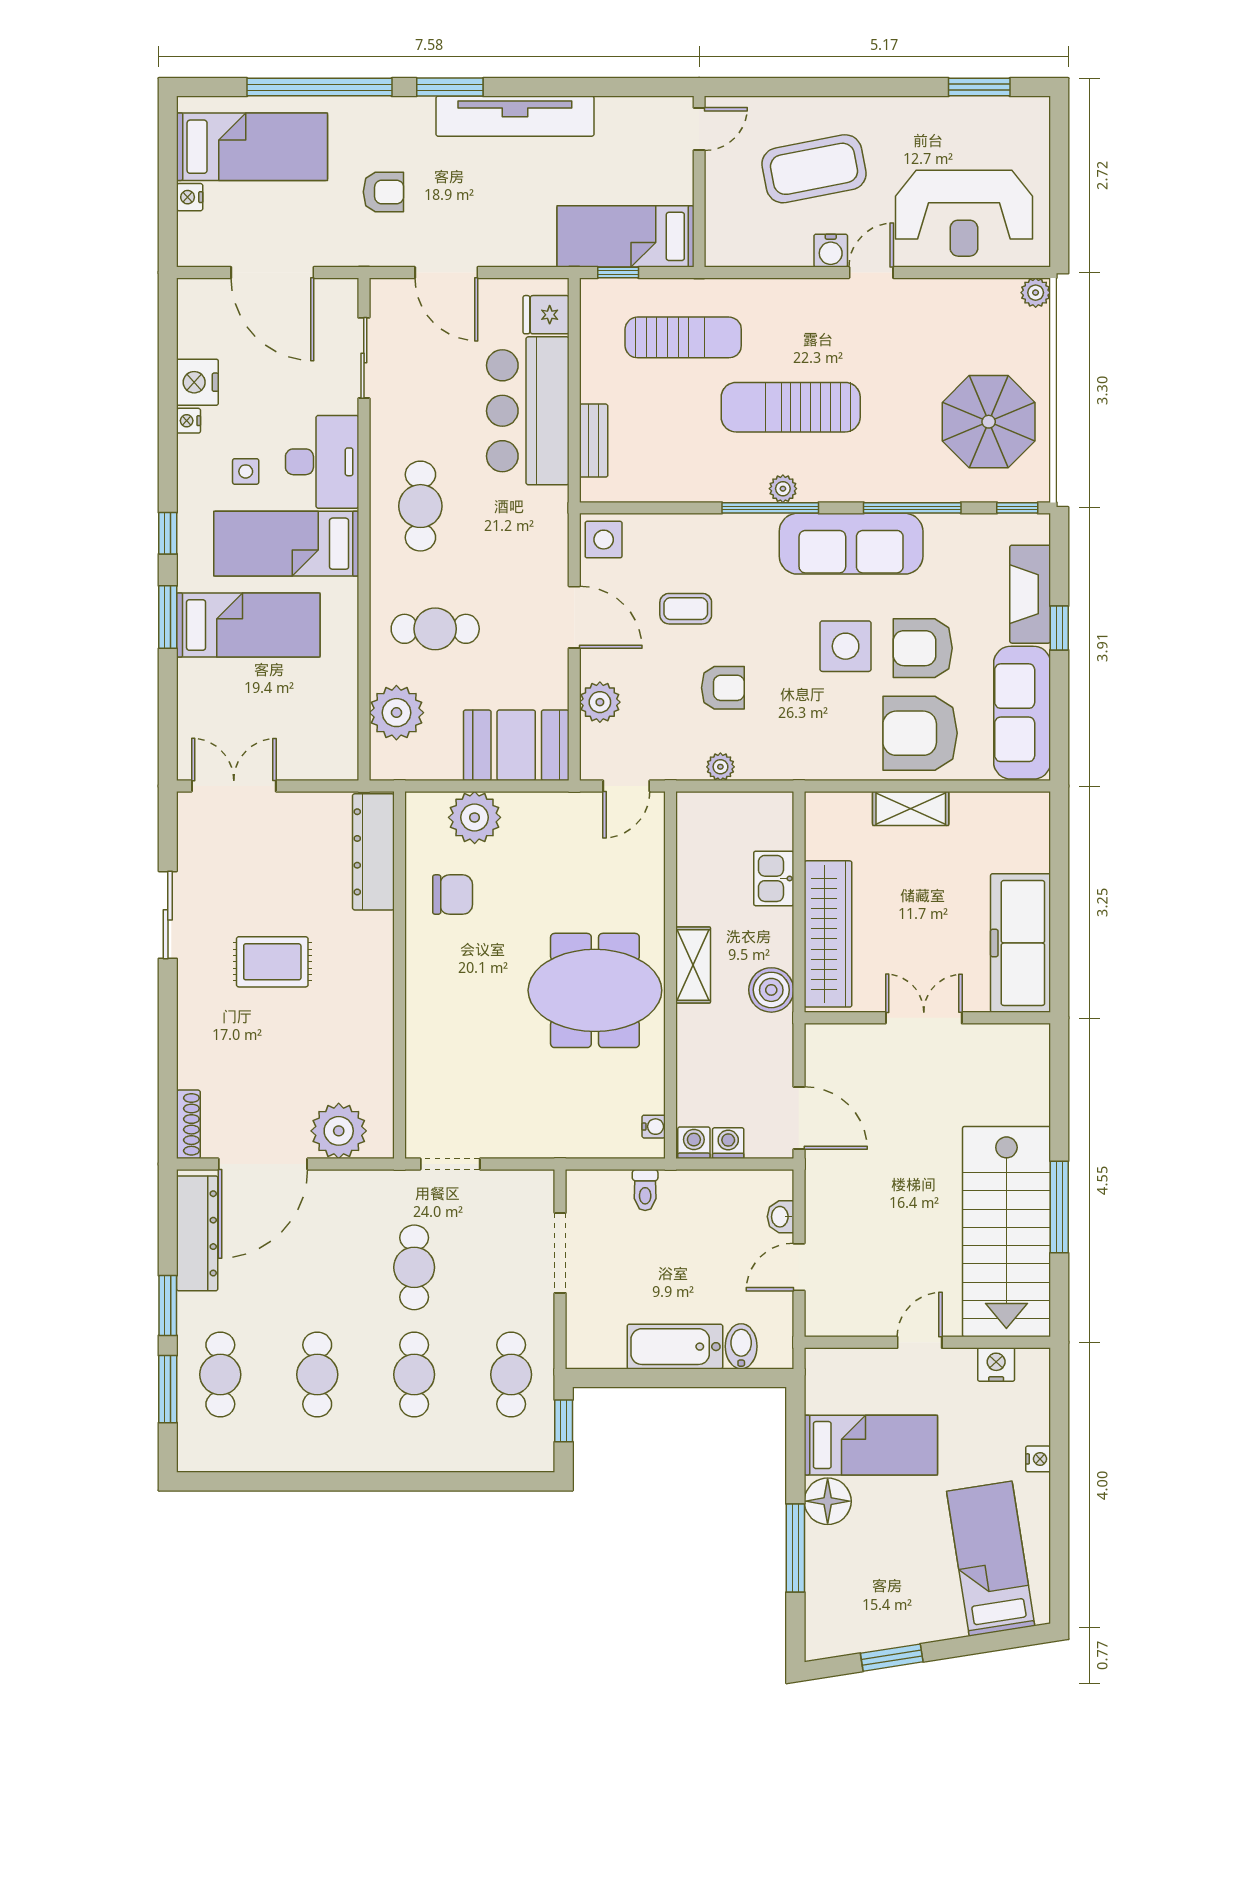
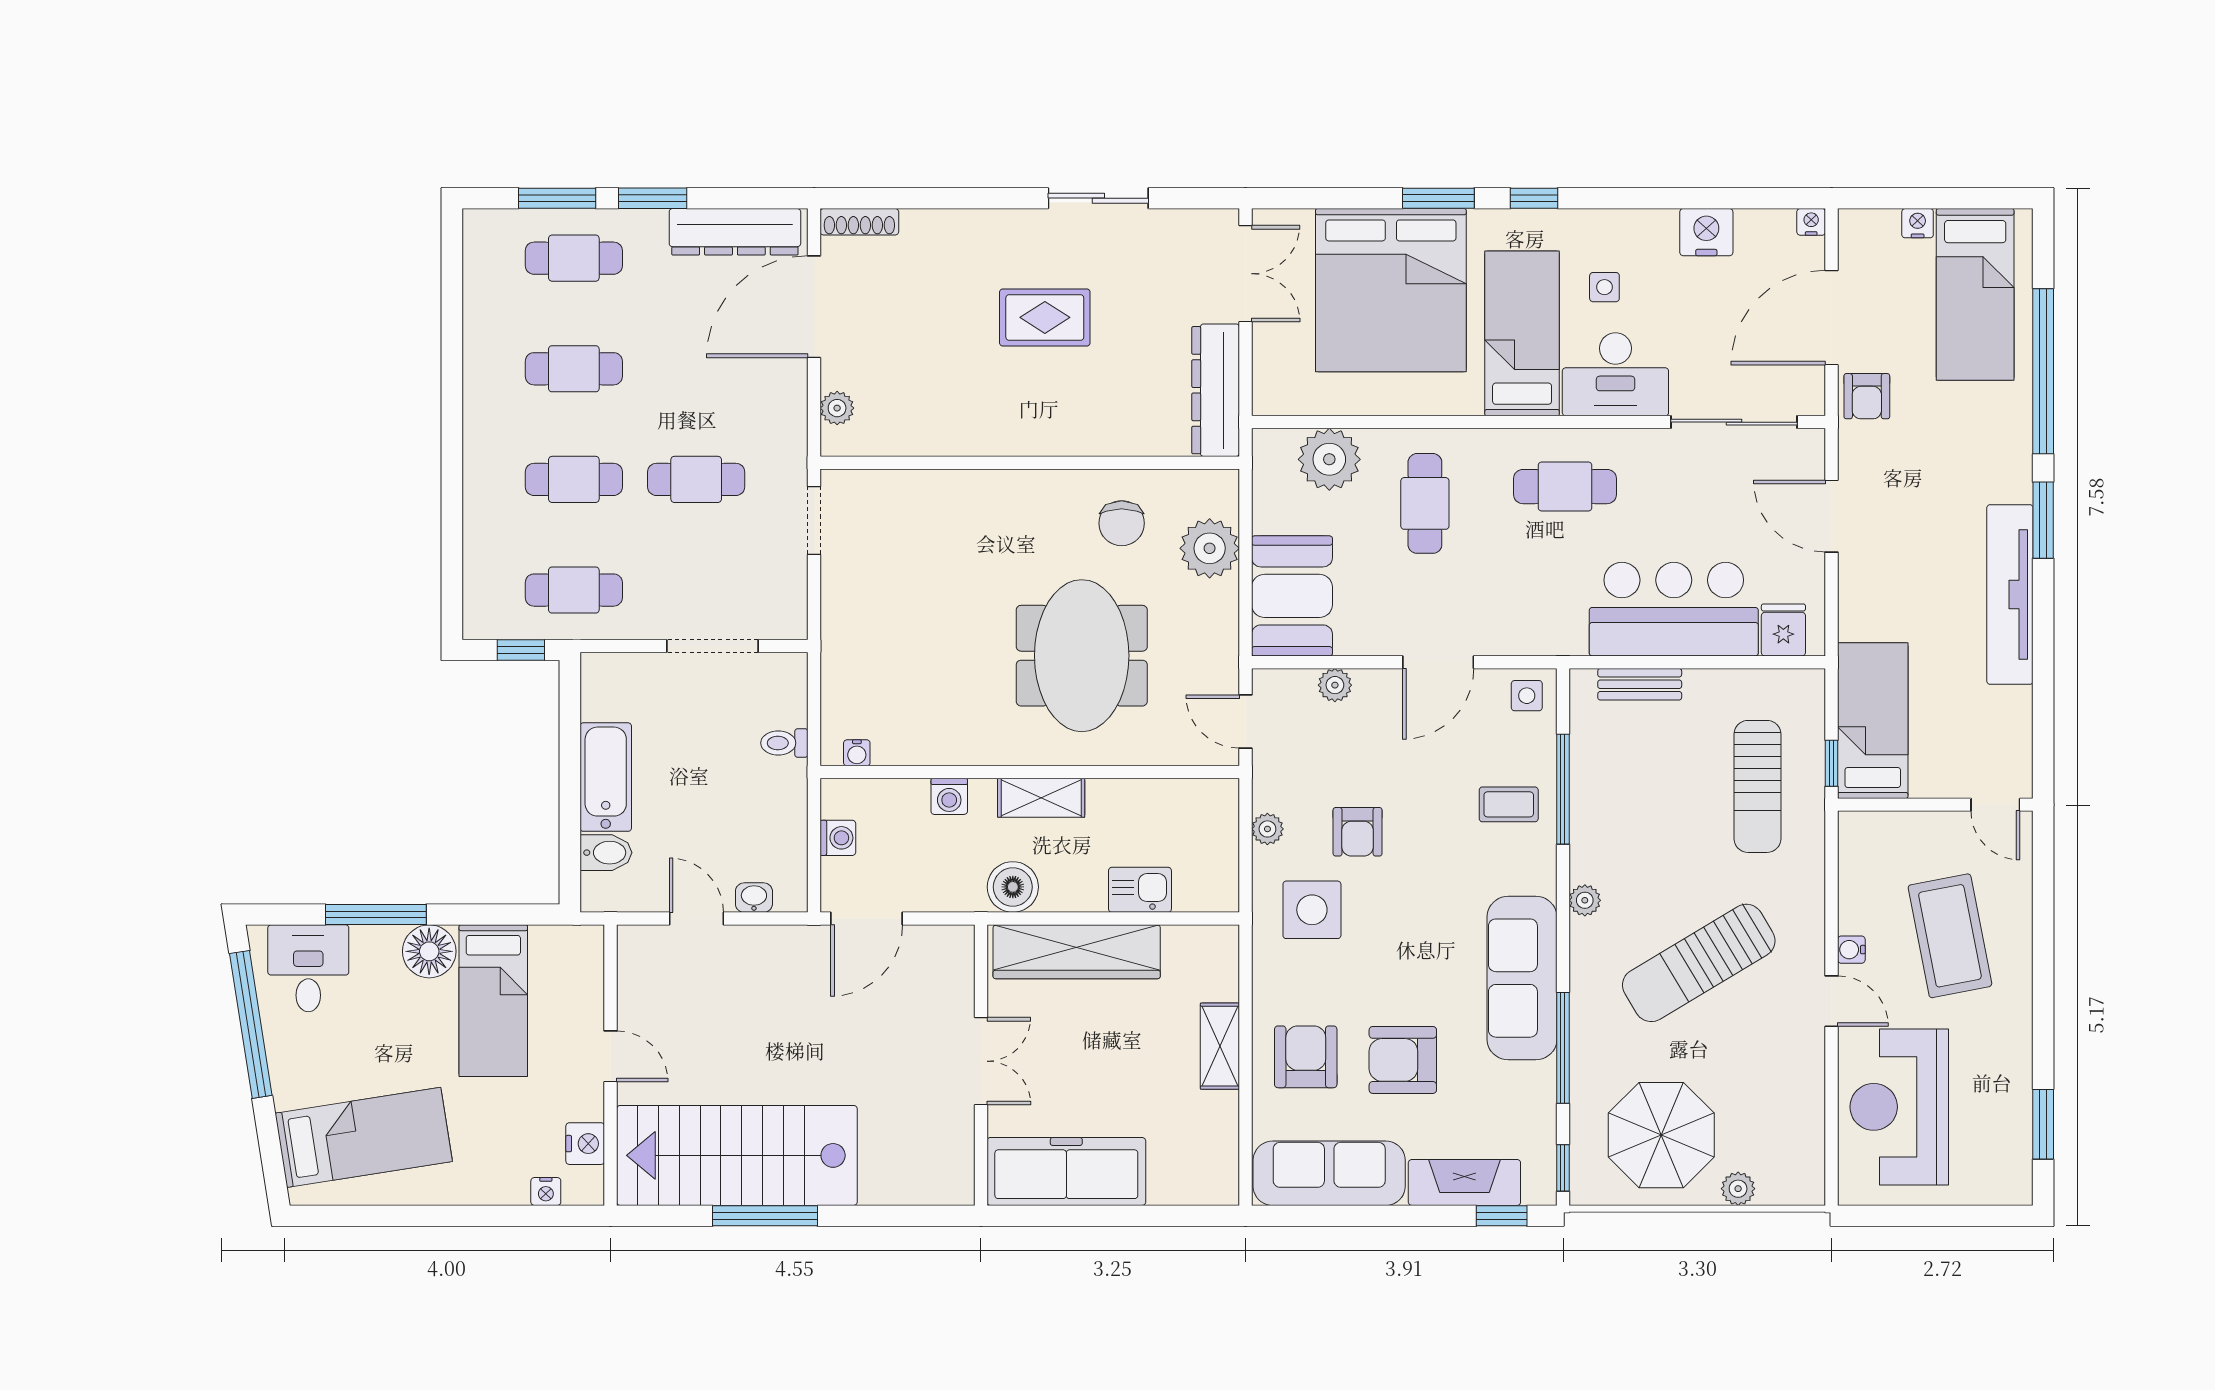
armchair: (383, 192) -> (1867, 396), moved
water cooler: (831, 251) -> (1851, 950), width x0.72, depth x0.72
door: (446, 273) -> (1832, 516), hinge flipped
window: (618, 273) -> (1832, 763), moved
plant: (1036, 293) -> (1738, 1189), moved
sliding door: (364, 358) -> (1734, 422), width x1.37
sun lounger: (791, 407) -> (1699, 963), moved, turned -121
nightstand: (189, 421) -> (1811, 222), moved
window: (770, 508) -> (1563, 789), moved
side table: (604, 540) -> (1527, 696), width x0.73, depth x0.73
coffee table: (686, 609) -> (1509, 804), moved, turned 90
bed: (248, 625) -> (1391, 290), width x2.04
window: (1059, 628) -> (1502, 1216), moved
side table: (846, 646) -> (1312, 910), moved
armchair: (923, 648) -> (1403, 1060), turned -90
plant: (600, 702) -> (1335, 685), width x0.73, depth x0.73
armchair: (920, 733) -> (1306, 1057), width x0.73, depth x0.73
dresser: (373, 852) -> (1216, 390), moved, turned -90
rug: (272, 962) -> (1045, 317), turned 90
meeting table: (595, 990) -> (1082, 656), moved
plant: (339, 1131) -> (837, 408), width x0.53, depth x0.53
washing machine: (694, 1143) -> (949, 796), moved, turned 90
door: (263, 1164) -> (814, 307), hinge flipped
nightstand: (1038, 1459) -> (546, 1191), moved
desk: (842, 1607) -> (308, 968), added
window: (892, 1658) -> (251, 1024), width x2.11

